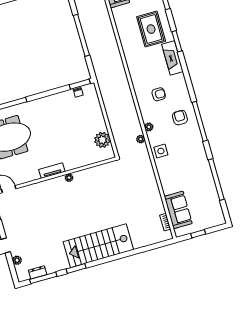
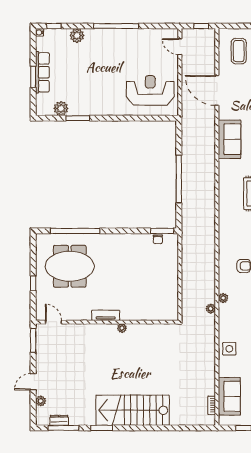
plant: (102, 140) -> (169, 298), removed
side table: (161, 151) -> (229, 349), moved

